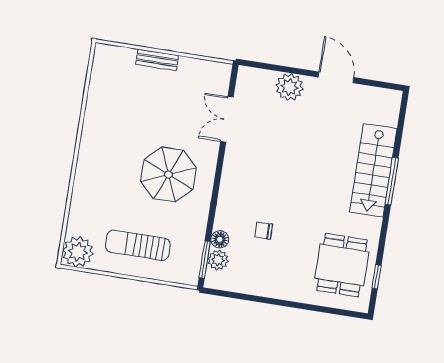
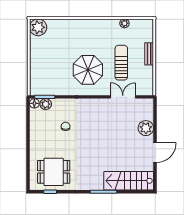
plant: (95, 96) -> (124, 23), added
stairs: (373, 170) -> (129, 181), moved
floor lamp: (220, 239) -> (34, 103), moved
sun lounger: (138, 245) -> (121, 63), moved

